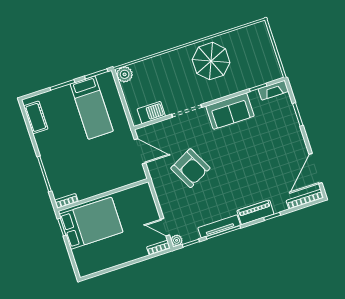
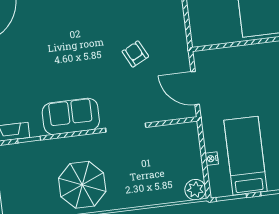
nightstand: (117, 100) -> (212, 159), added
barbecue: (151, 113) -> (171, 134), removed
armchair: (190, 168) -> (135, 54), width x0.53, depth x0.53

